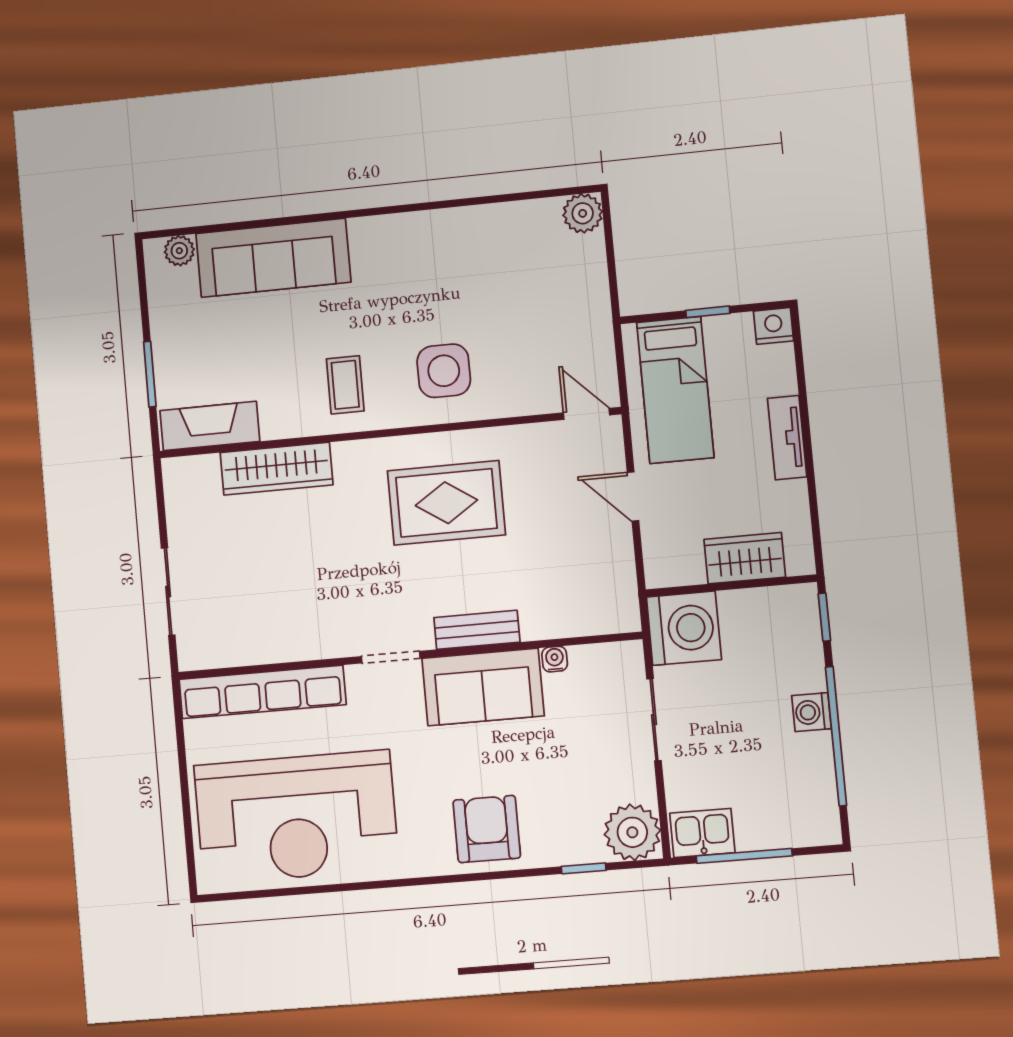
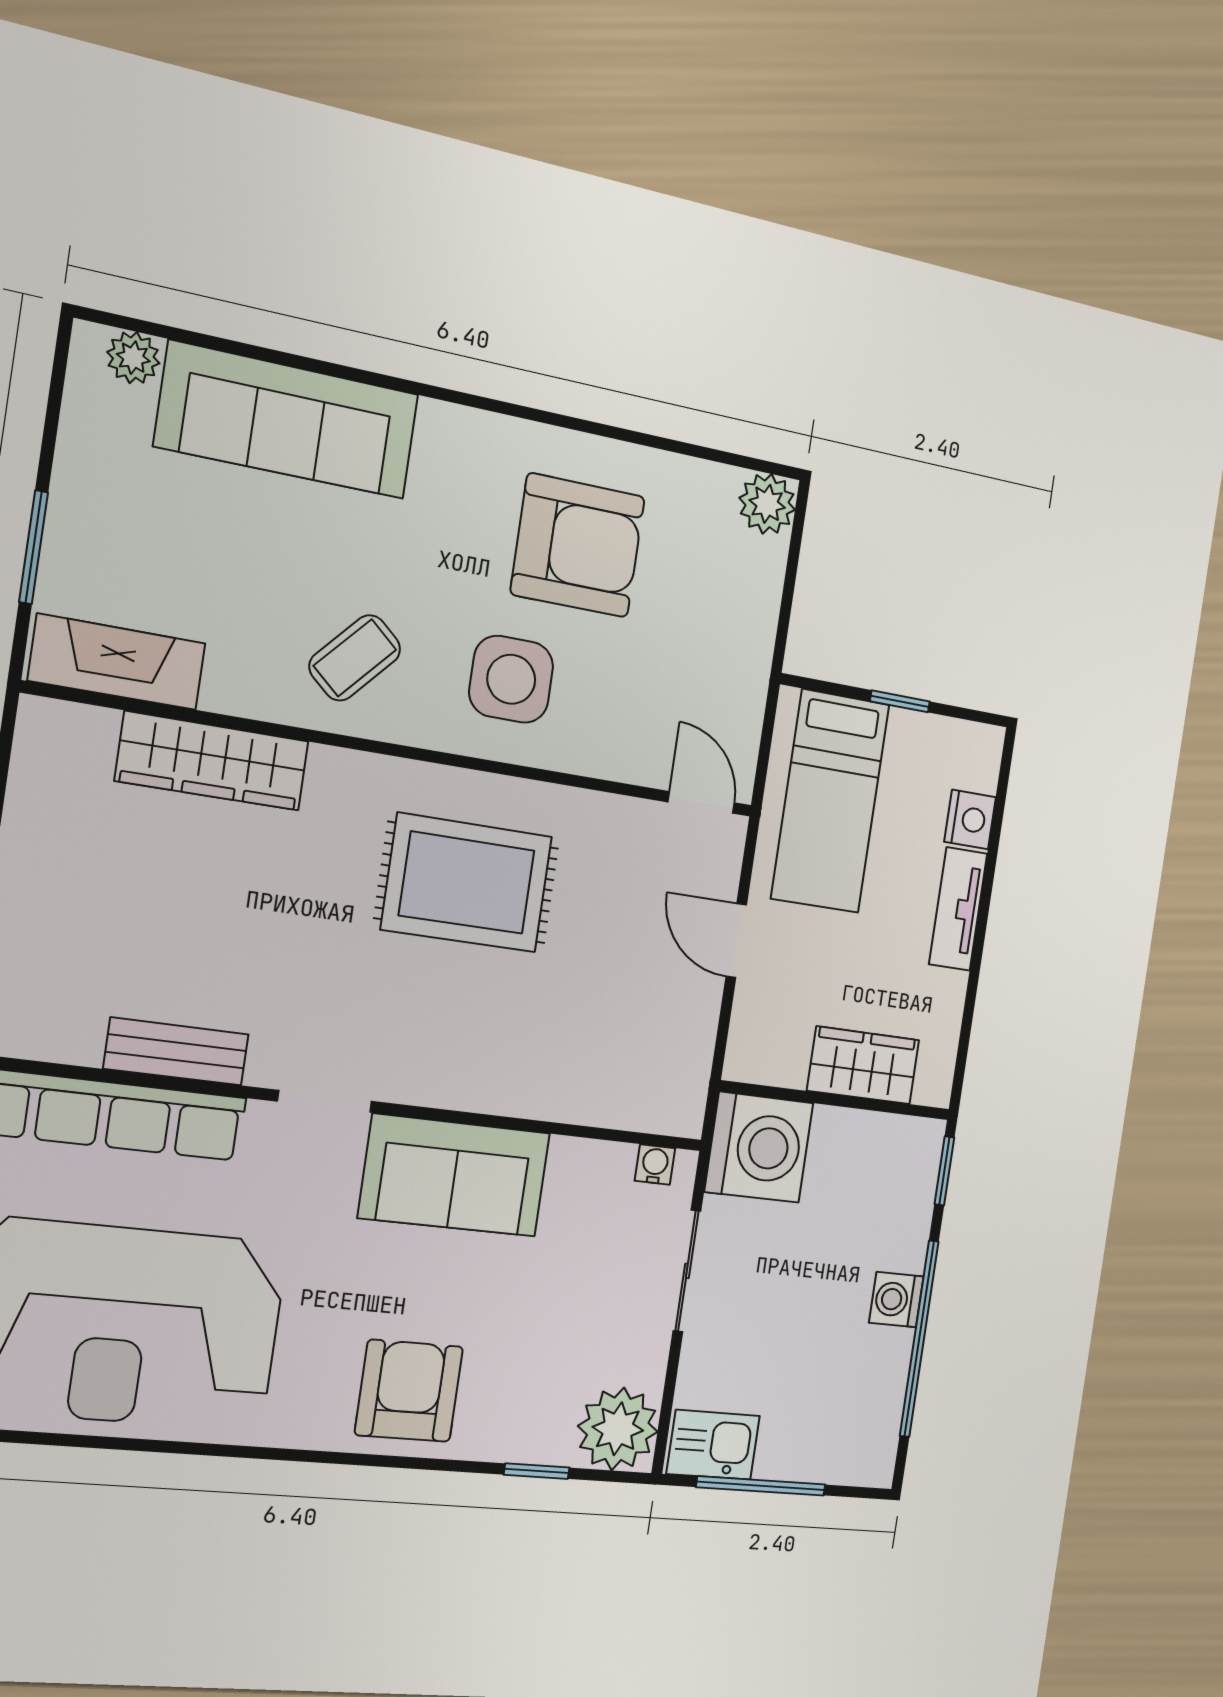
armchair: (465, 277) -> (578, 545), added
nightstand: (773, 326) -> (970, 819), moved, turned 90
coffee table: (345, 385) -> (355, 658), turned 42
bench: (477, 630) -> (176, 1051), moved
water cooler: (555, 659) -> (655, 1164), moved

